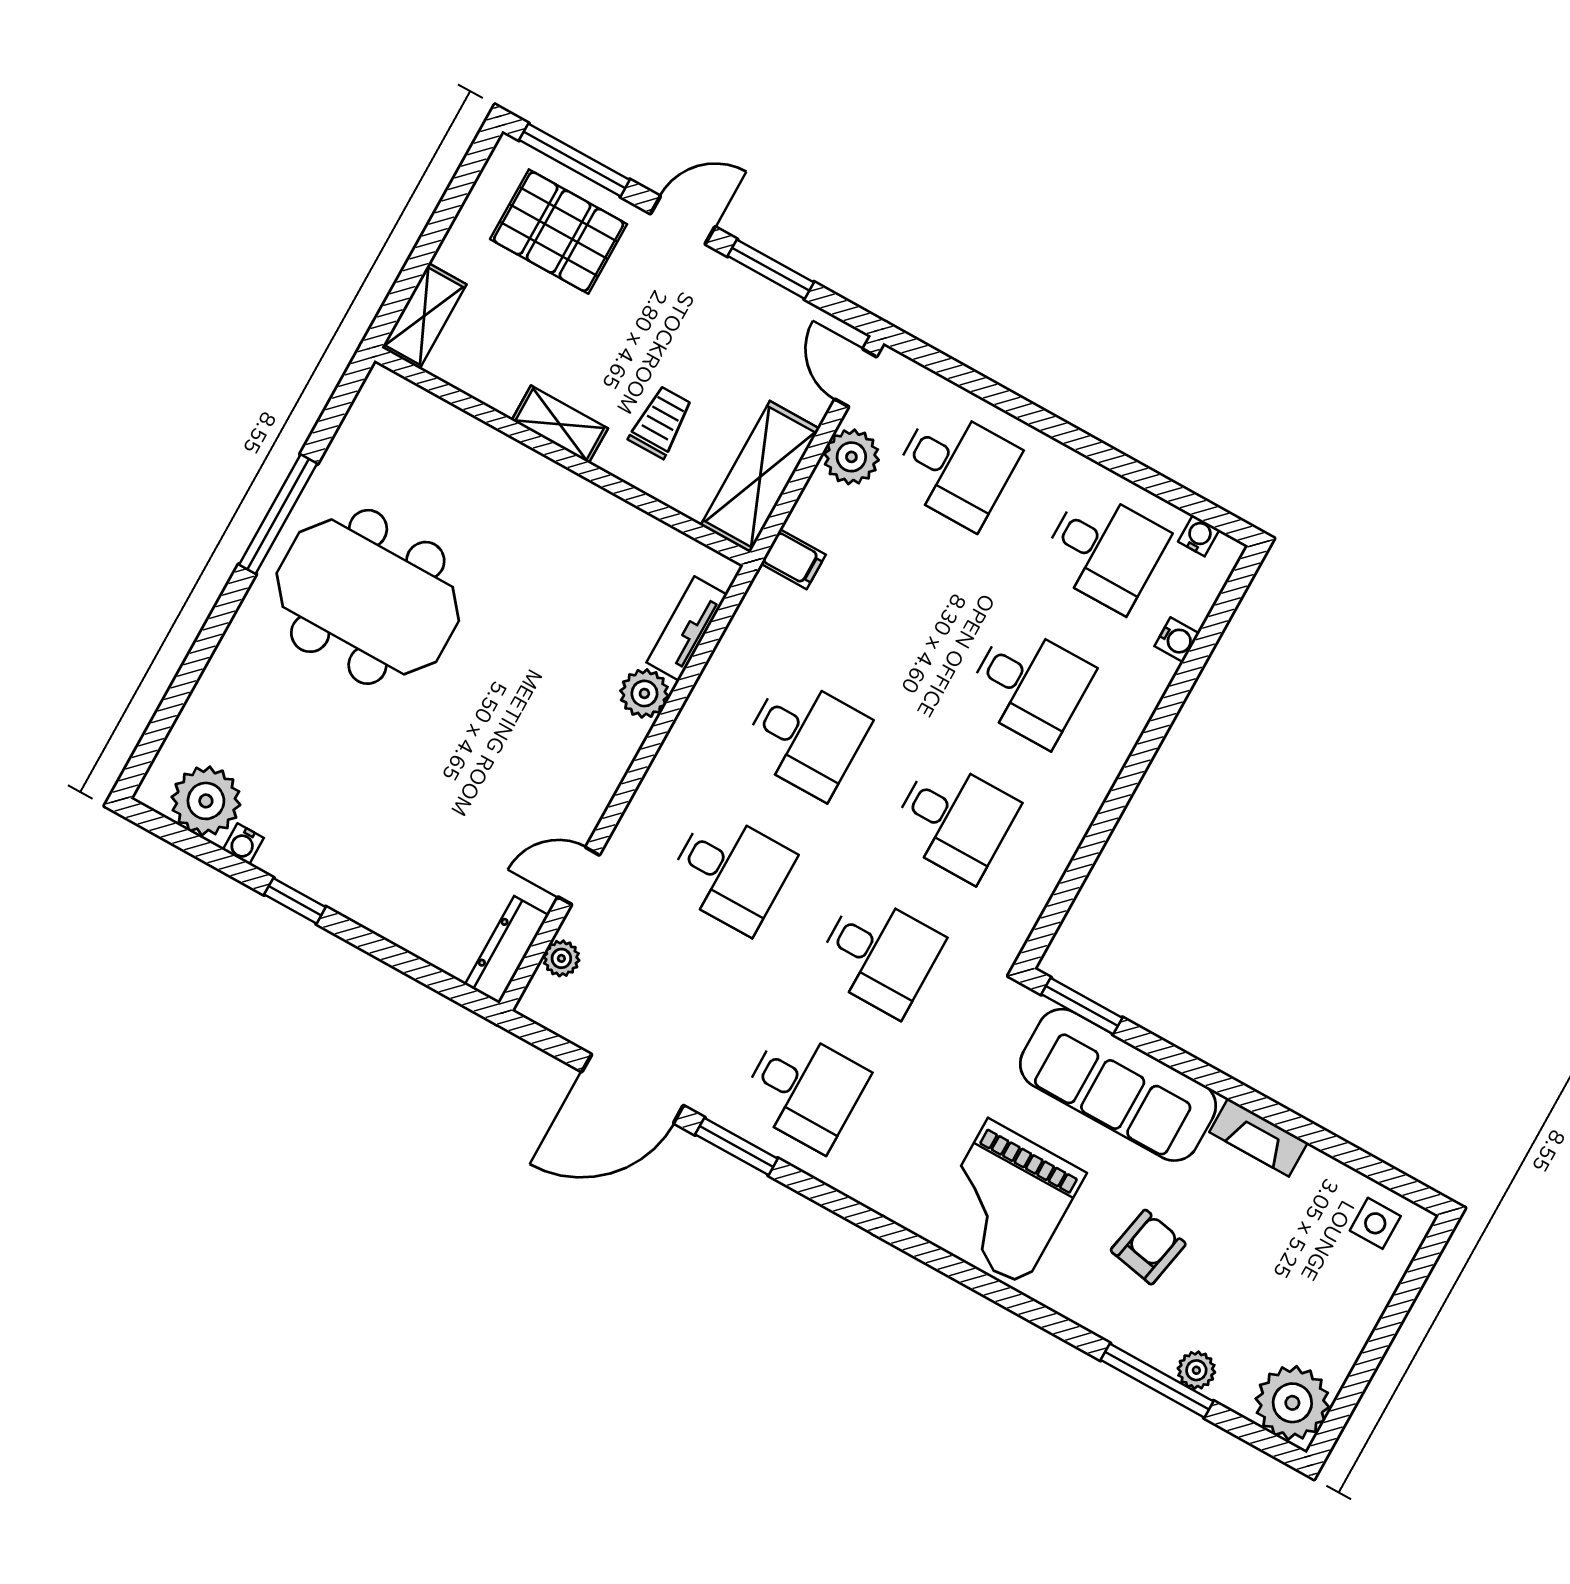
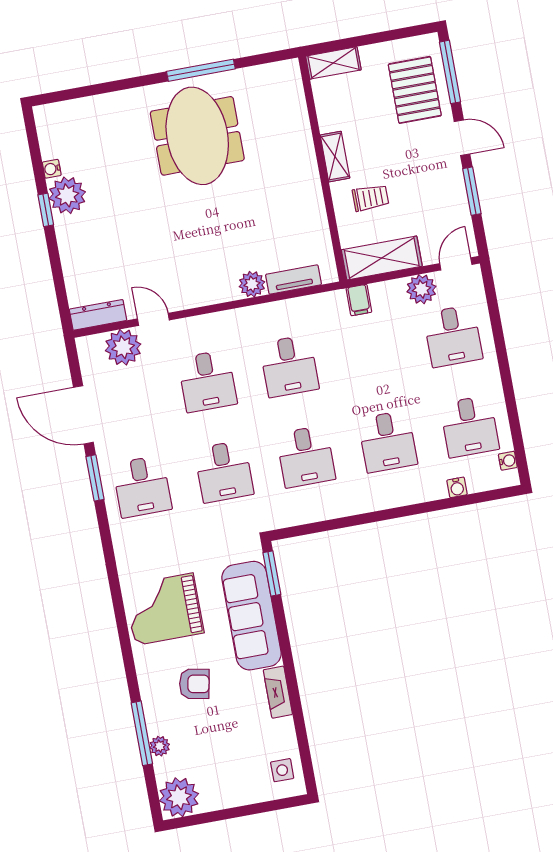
plant: (206, 801) -> (67, 195), moved
plant: (561, 958) -> (123, 347), width x1.88, depth x1.88

